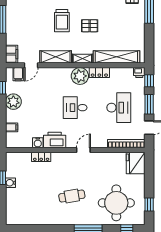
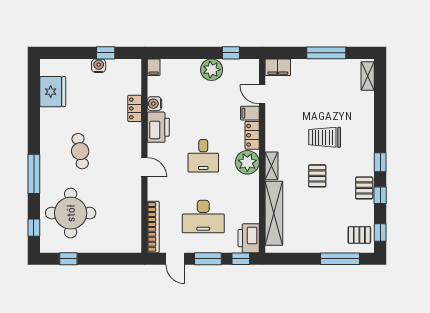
shelving: (56, 57) -> (274, 129), removed
locker: (99, 73) -> (252, 135), moved
printer: (139, 73) -> (249, 238), width x1.87, depth x1.48
filing cabinet: (18, 74) -> (250, 113), moved
desk: (75, 108) -> (203, 156), turned 180
filing cabinet: (12, 127) -> (154, 67), moved
fridge: (136, 163) -> (53, 92), moved, turned 90

